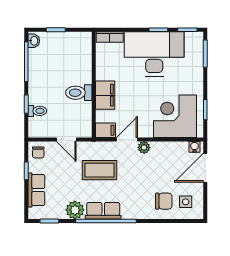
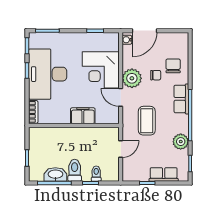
washbasin: (34, 41) -> (55, 175), moved, width x1.91, depth x1.45
toilet: (79, 93) -> (75, 170), moved, turned 180
corner desk: (175, 116) -> (101, 70), moved
filing cabinet: (106, 130) -> (113, 116), removed
plant: (144, 147) -> (132, 78), width x1.88, depth x1.88
chair: (38, 153) -> (156, 75), moved
door: (205, 168) -> (144, 31), hinge flipped
side table: (186, 202) -> (174, 47), removed
row of seats: (103, 211) -> (181, 99), moved

